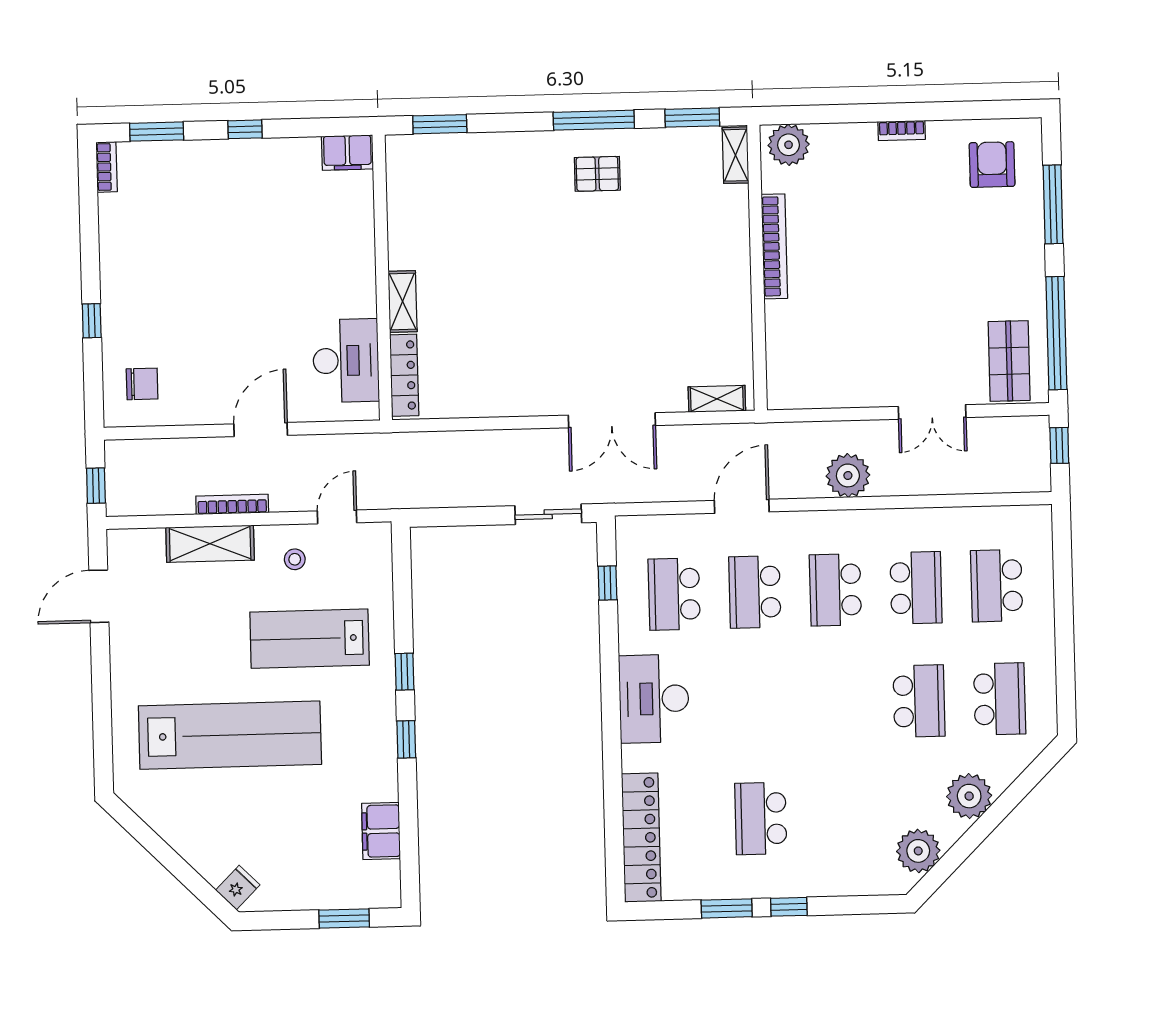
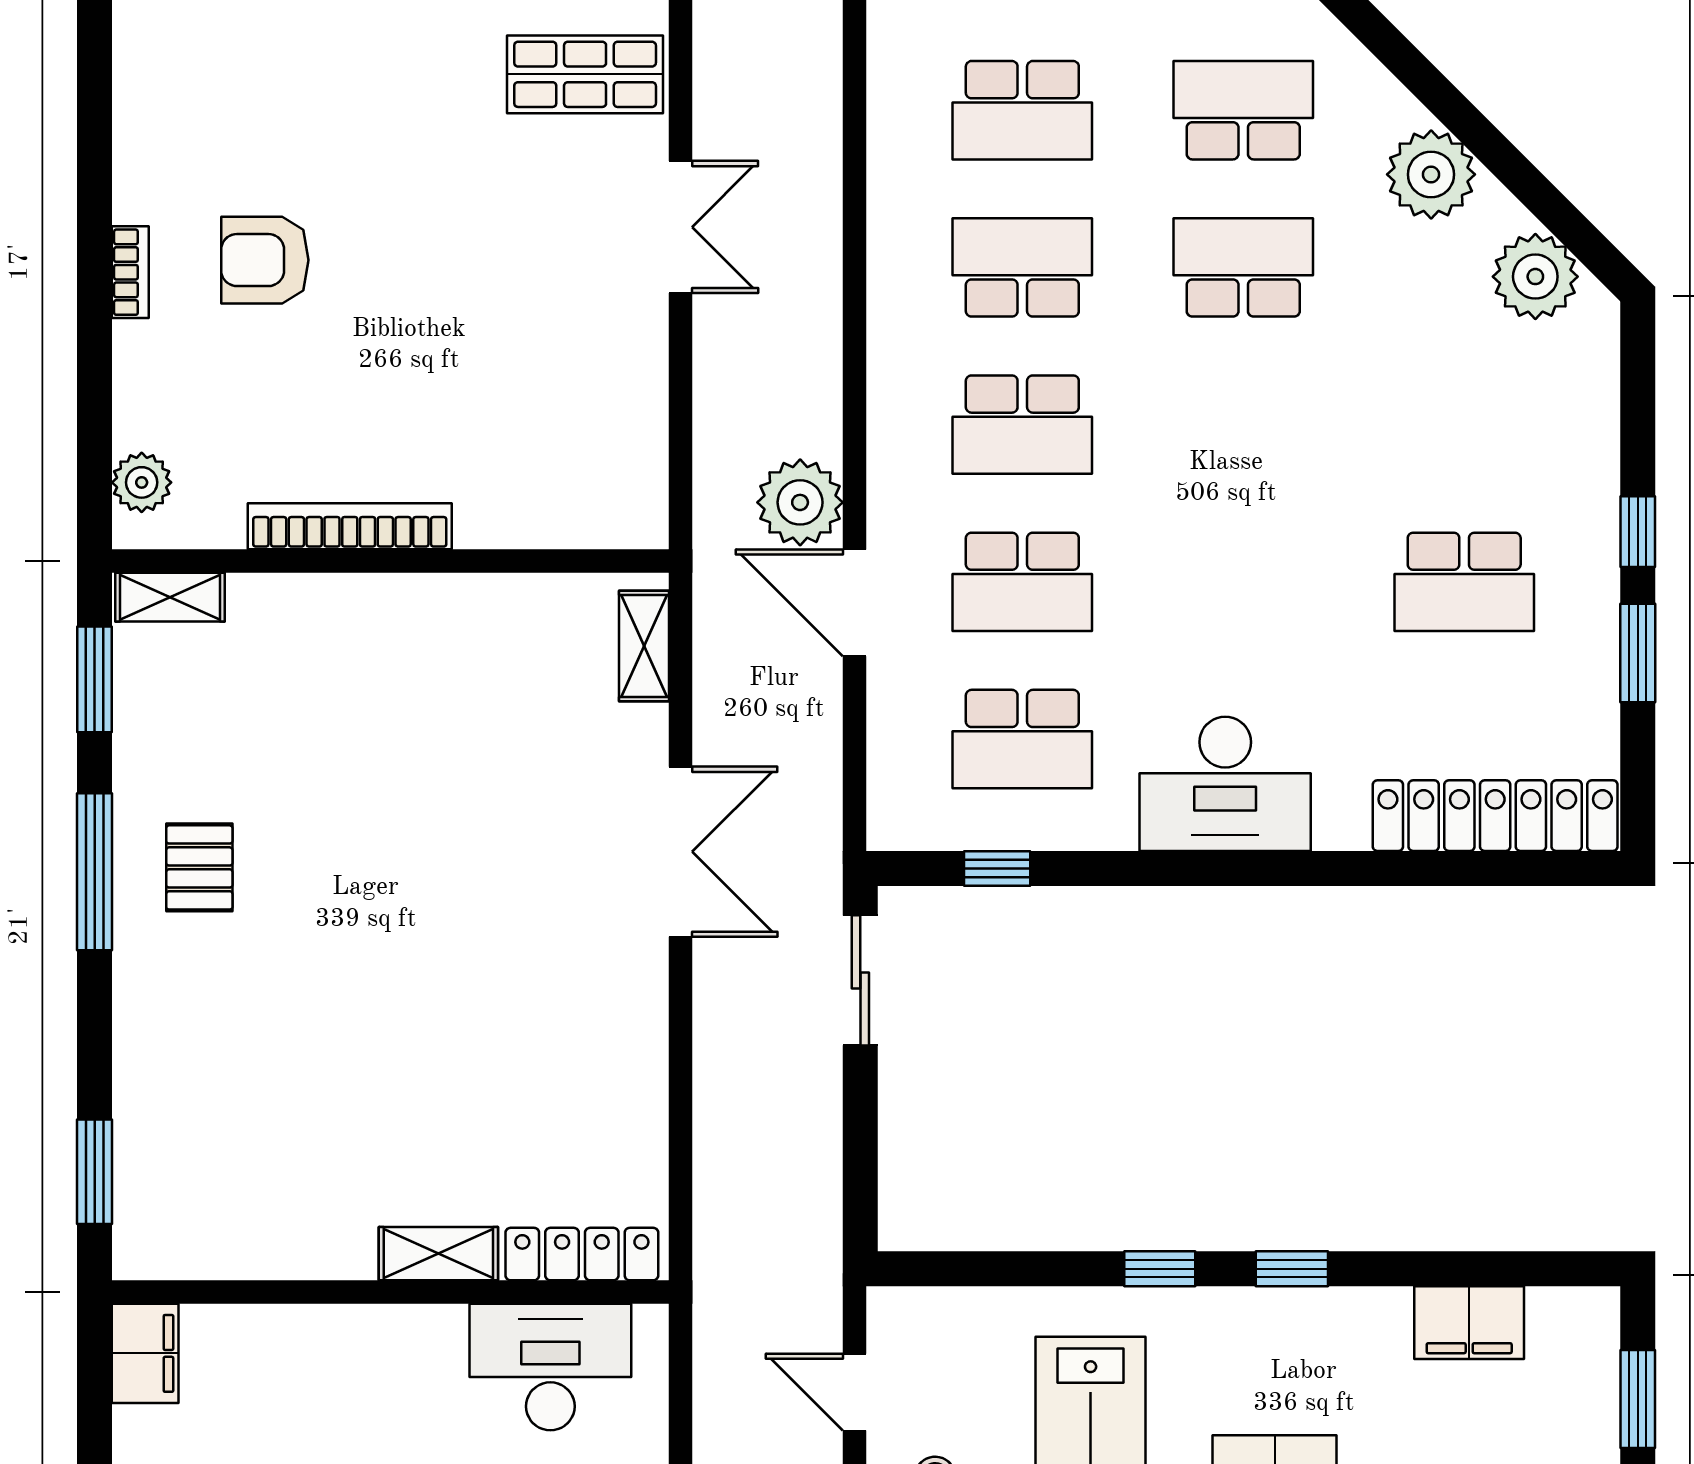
plant: (789, 145) -> (142, 482), width x0.73, depth x0.73
armchair: (992, 165) -> (265, 260), moved
plant: (848, 475) -> (800, 502), moved

